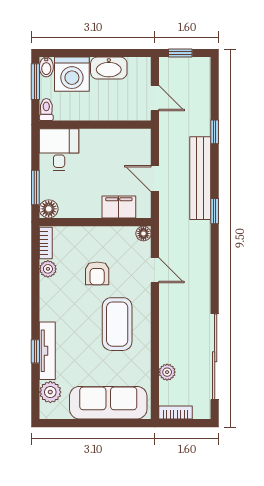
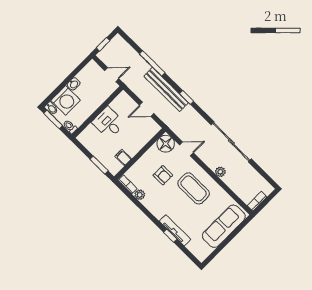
washbasin: (109, 68) -> (74, 84), width x0.52, depth x0.69
window: (215, 132) -> (152, 63), width x2.17
desk: (59, 150) -> (108, 123), moved
filing cabinet: (119, 207) -> (123, 158), moved, width x0.50
floor lamp: (49, 209) -> (114, 168), removed
floor lamp: (143, 234) -> (166, 144), width x1.89, depth x1.89
sliding door: (215, 357) -> (231, 142), moved
plant: (167, 372) -> (220, 172), moved
plant: (50, 392) -> (194, 247), removed

